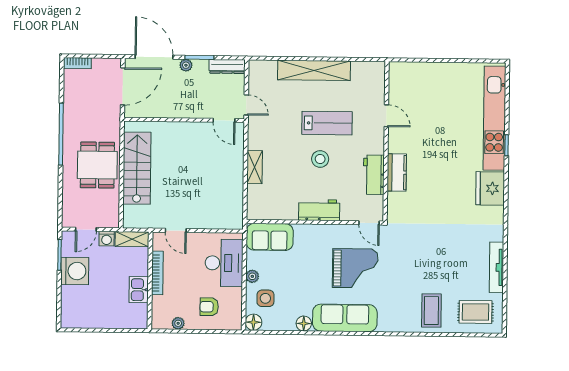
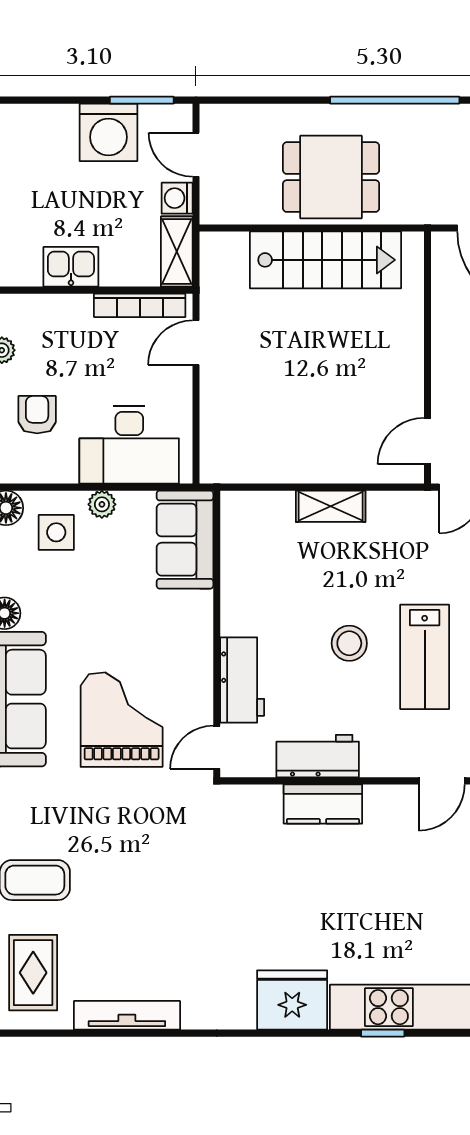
workbench: (319, 210) -> (242, 680), moved
grand piano: (355, 268) -> (122, 720), turned 180
bookcase: (157, 273) -> (140, 305), moved

